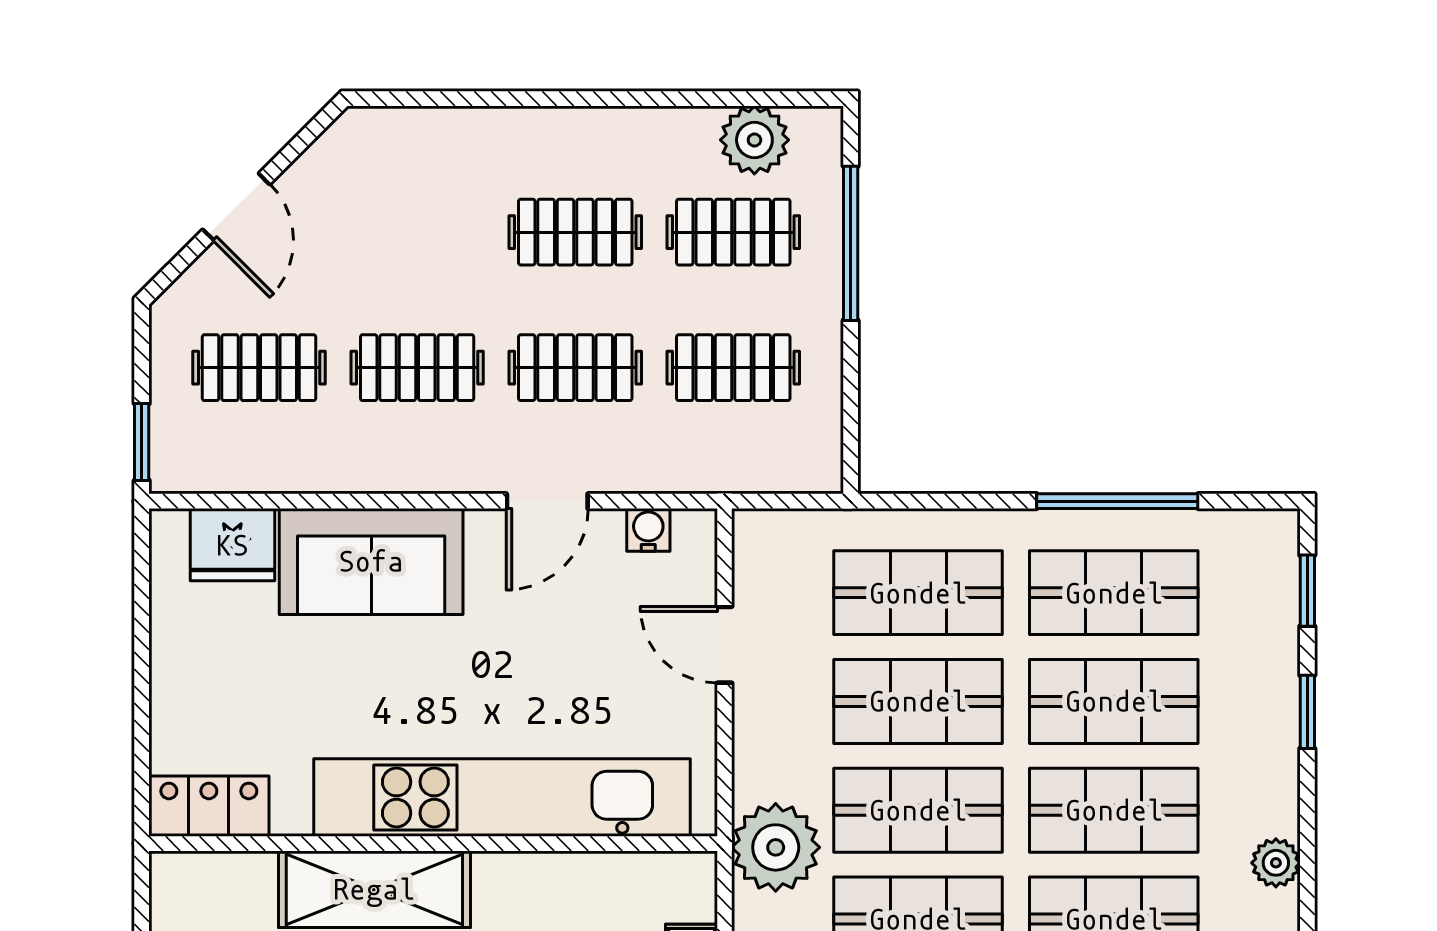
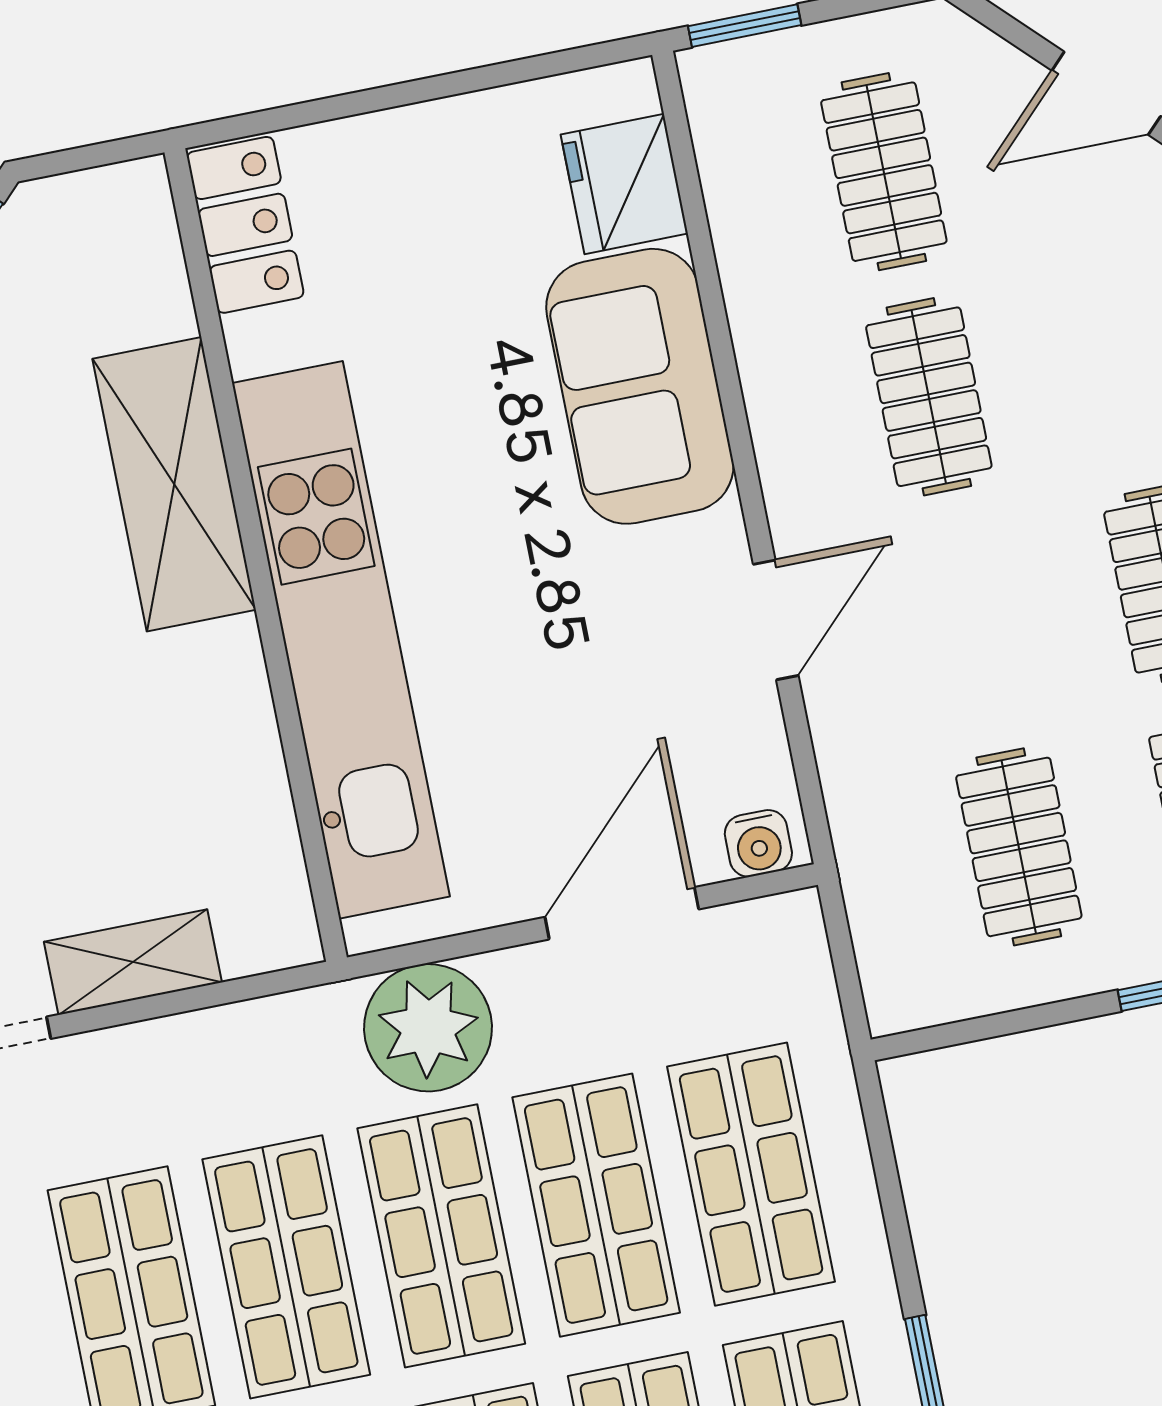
clothes rail: (575, 368) -> (974, 622), removed
door: (547, 501) -> (776, 620), swing flipped
water cooler: (648, 530) -> (758, 843), moved, turned 90
door: (724, 645) -> (622, 913), width x1.38
plant: (776, 847) -> (428, 1028), moved

